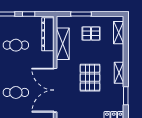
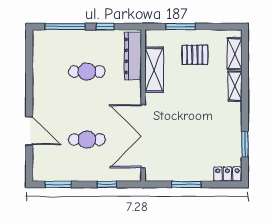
shelving: (119, 73) -> (235, 86), moved
pallet: (90, 78) -> (193, 118), removed

